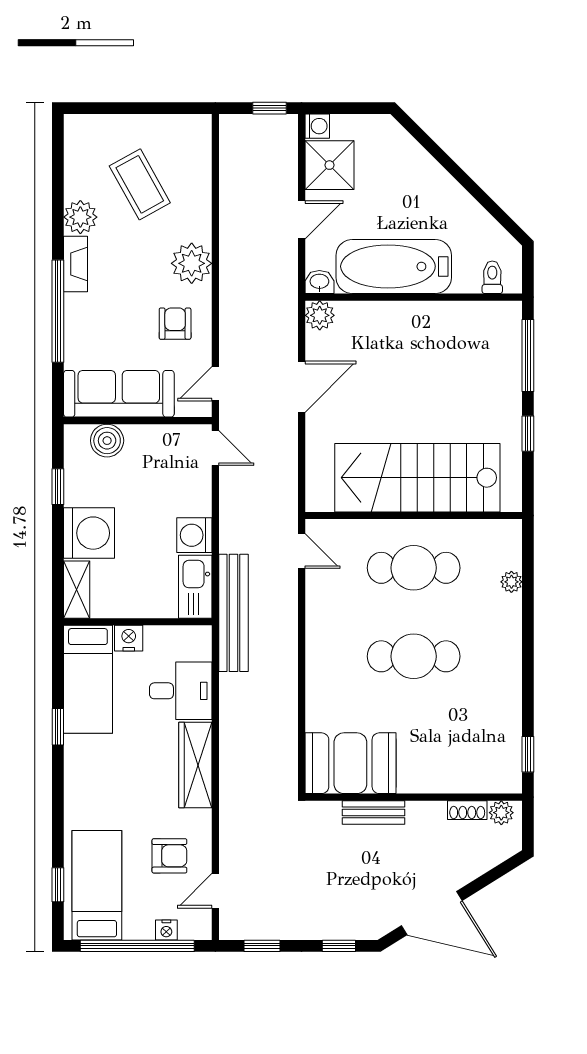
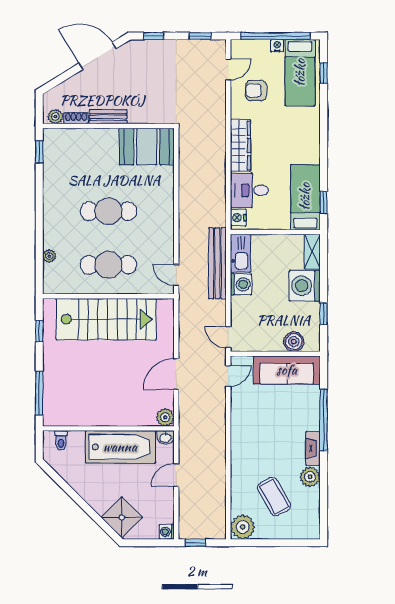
shower: (329, 165) -> (122, 517), moved, turned 45
plant: (192, 263) -> (243, 527), moved
armchair: (175, 324) -> (253, 412), removed
window: (528, 434) -> (39, 331), moved
bench: (233, 613) -> (217, 263), moved
nightstand: (129, 638) -> (238, 218), moved, turned 90
window: (58, 727) -> (324, 202), moved
bench: (373, 812) -> (108, 117), moved
nightstand: (166, 930) -> (277, 46), moved

